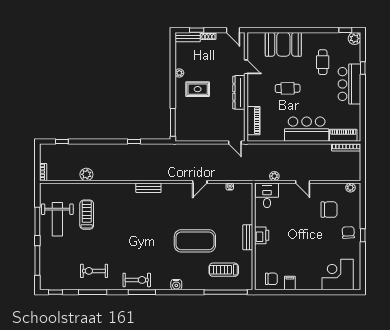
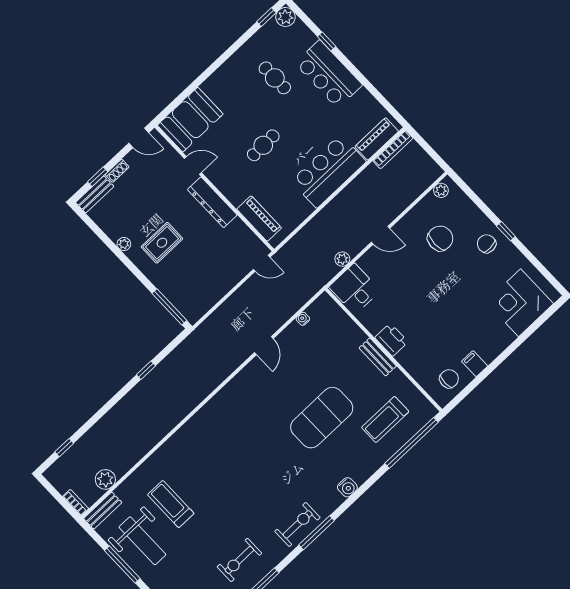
booth: (283, 44) -> (190, 120), moved
plant: (86, 174) -> (105, 479), moved
bench: (148, 188) -> (103, 511), moved

